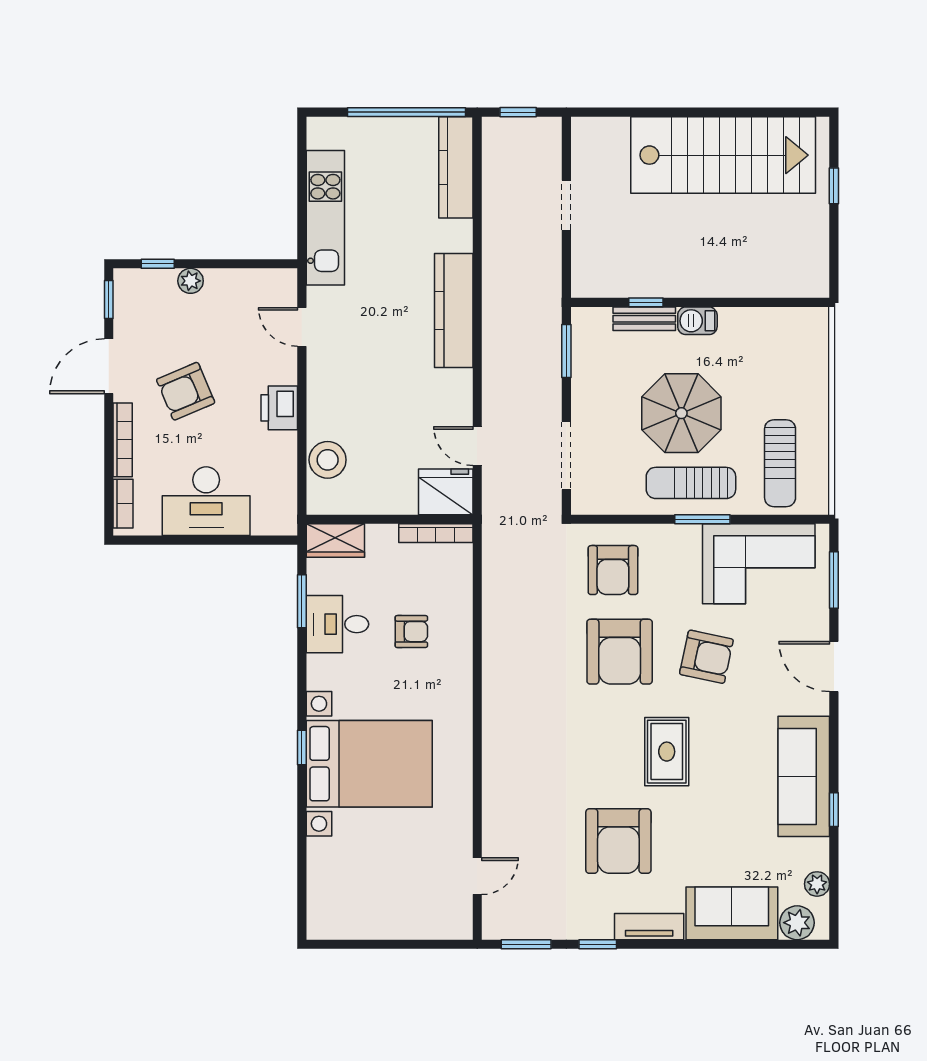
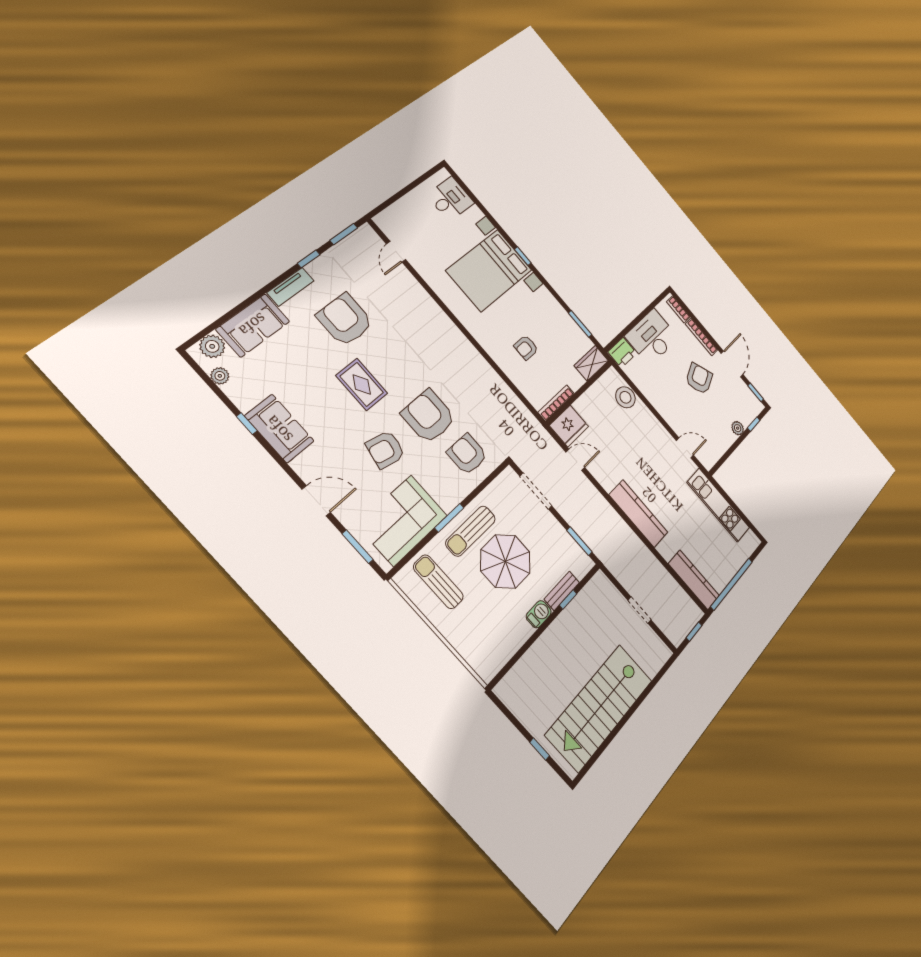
printer: (279, 408) -> (622, 353), moved, turned 90
sun lounger: (691, 483) -> (471, 531), turned 180
desk: (337, 624) -> (450, 199), moved
sofa: (804, 776) -> (279, 429), width x0.73

